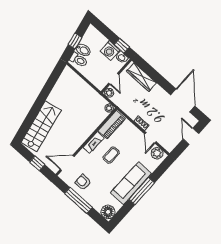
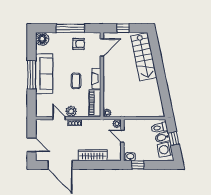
washing machine: (110, 51) -> (165, 149), moved, turned -102
wardrobe: (141, 77) -> (93, 155), moved
plant: (157, 153) -> (71, 111), moved

